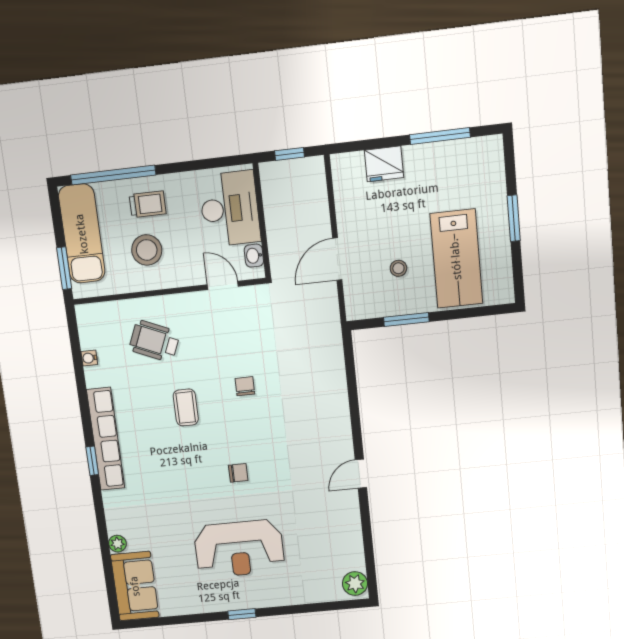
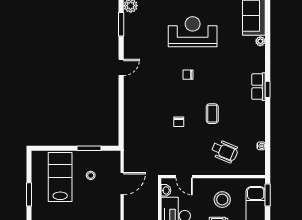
row of seats: (106, 439) -> (259, 87), width x0.50
window: (369, 550) -> (121, 24), added

